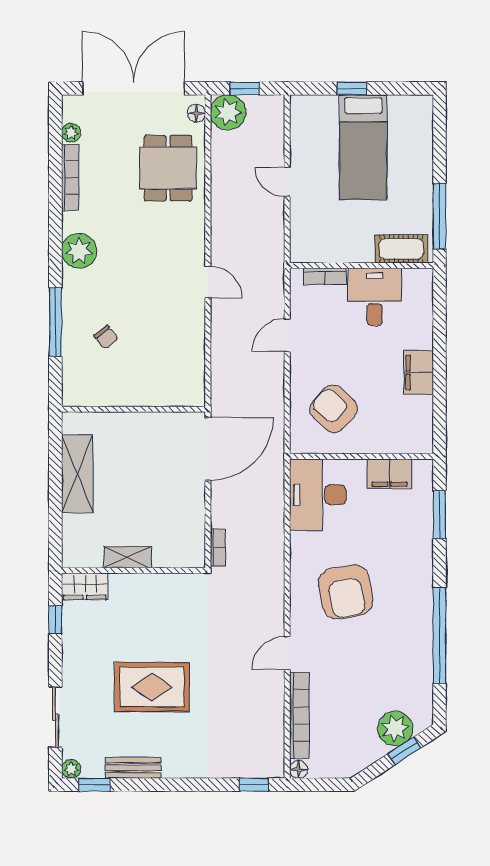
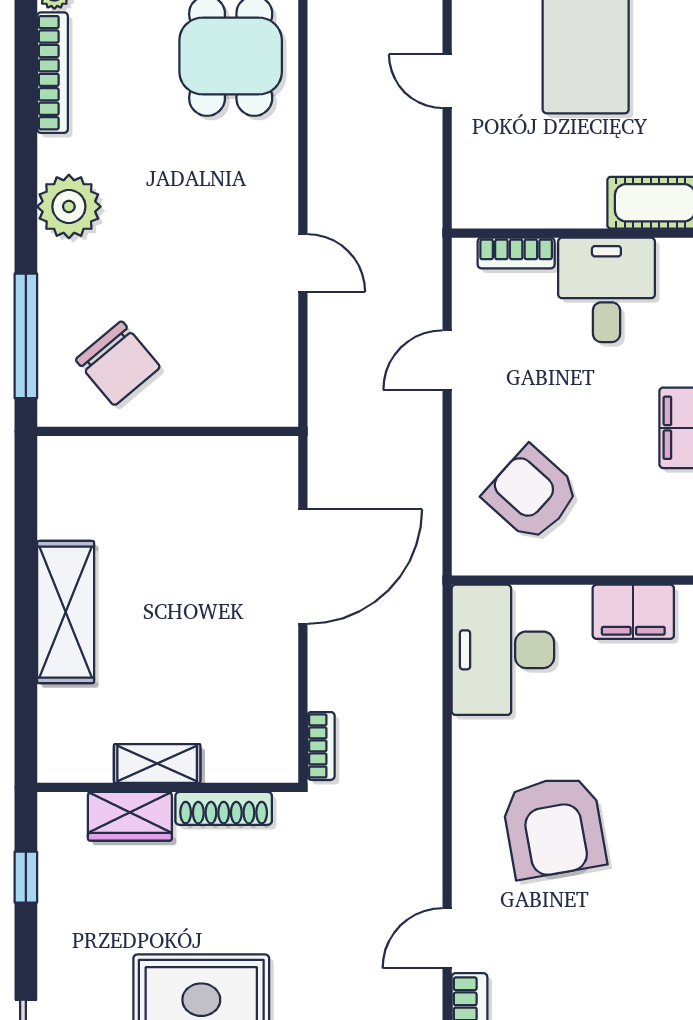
chair: (106, 337) -> (118, 363), width x1.87, depth x1.87
wall: (133, 409) -> (168, 431), moved
shoe rack: (164, 582) -> (224, 808), added
wardrobe: (85, 586) -> (130, 816), moved

